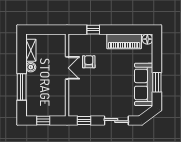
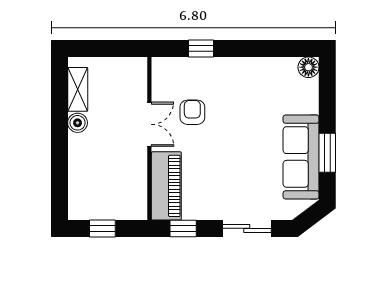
piano: (124, 41) -> (166, 186), moved, turned -90
window: (22, 87) -> (59, 162), removed

